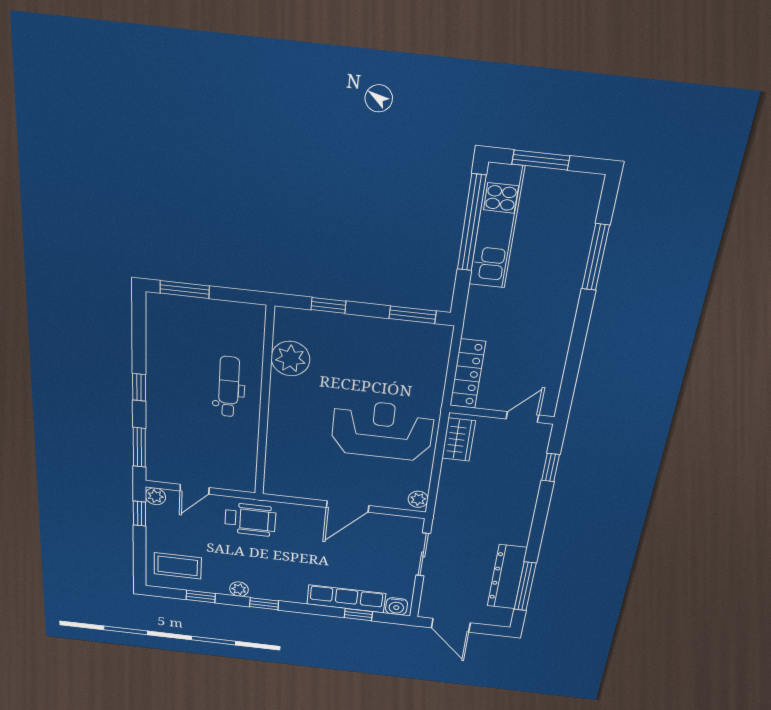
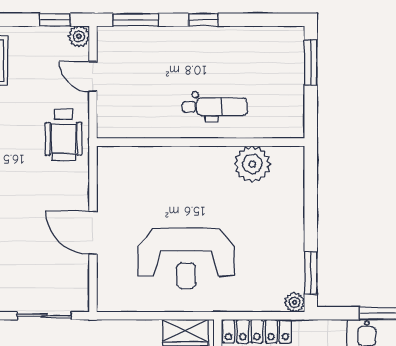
window: (328, 305) -> (311, 195), removed
reception desk: (382, 430) -> (186, 258), turned 90
plant: (418, 499) -> (295, 302), moved

